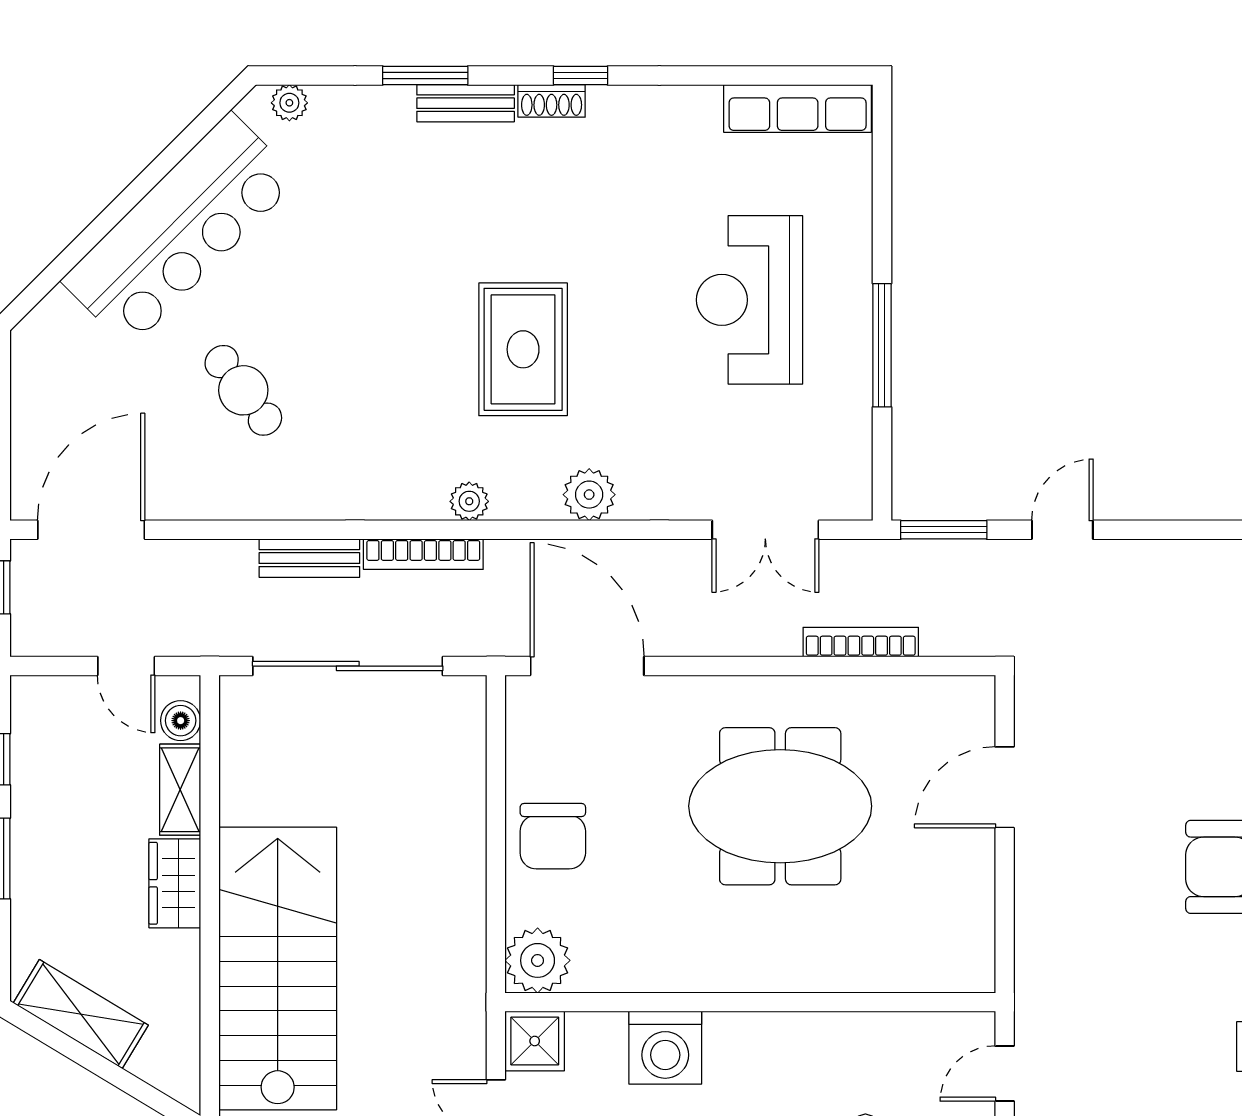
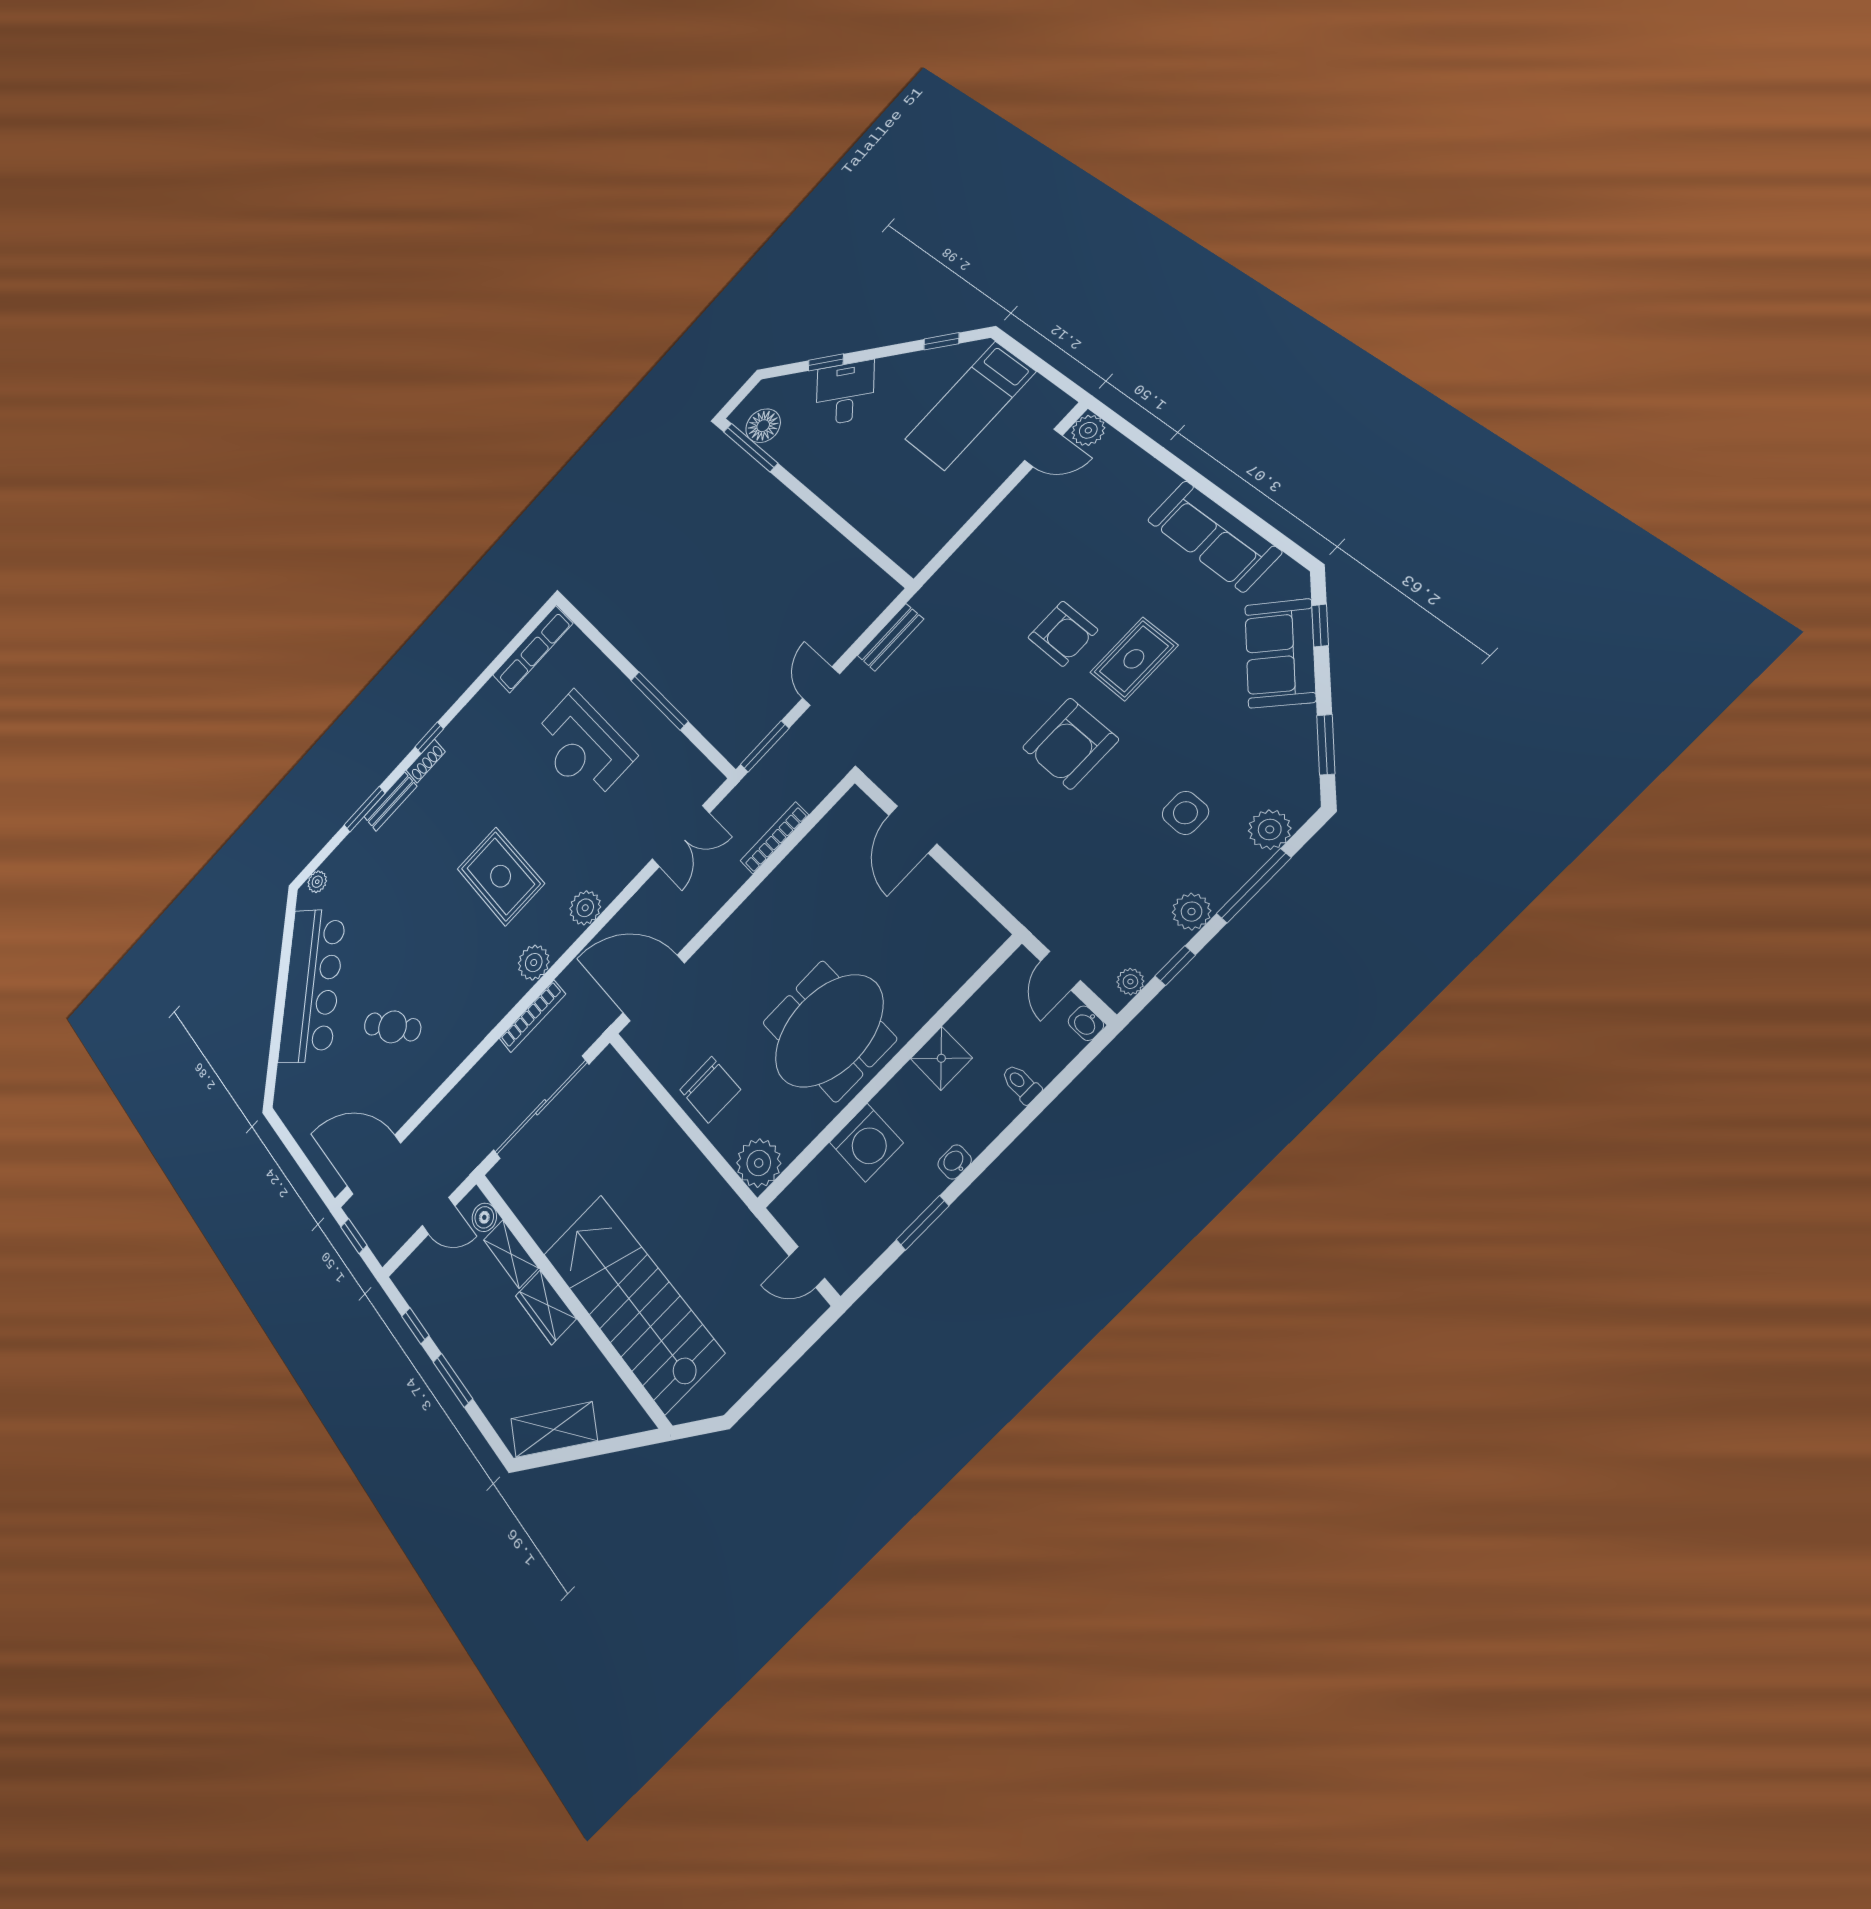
plant: (469, 501) -> (534, 963), width x1.38, depth x1.38
door: (91, 530) -> (374, 1165), hinge flipped
bench: (309, 558) -> (891, 637), moved
meeting table: (780, 806) -> (829, 1031), moved
shower: (535, 1041) -> (941, 1058), moved

